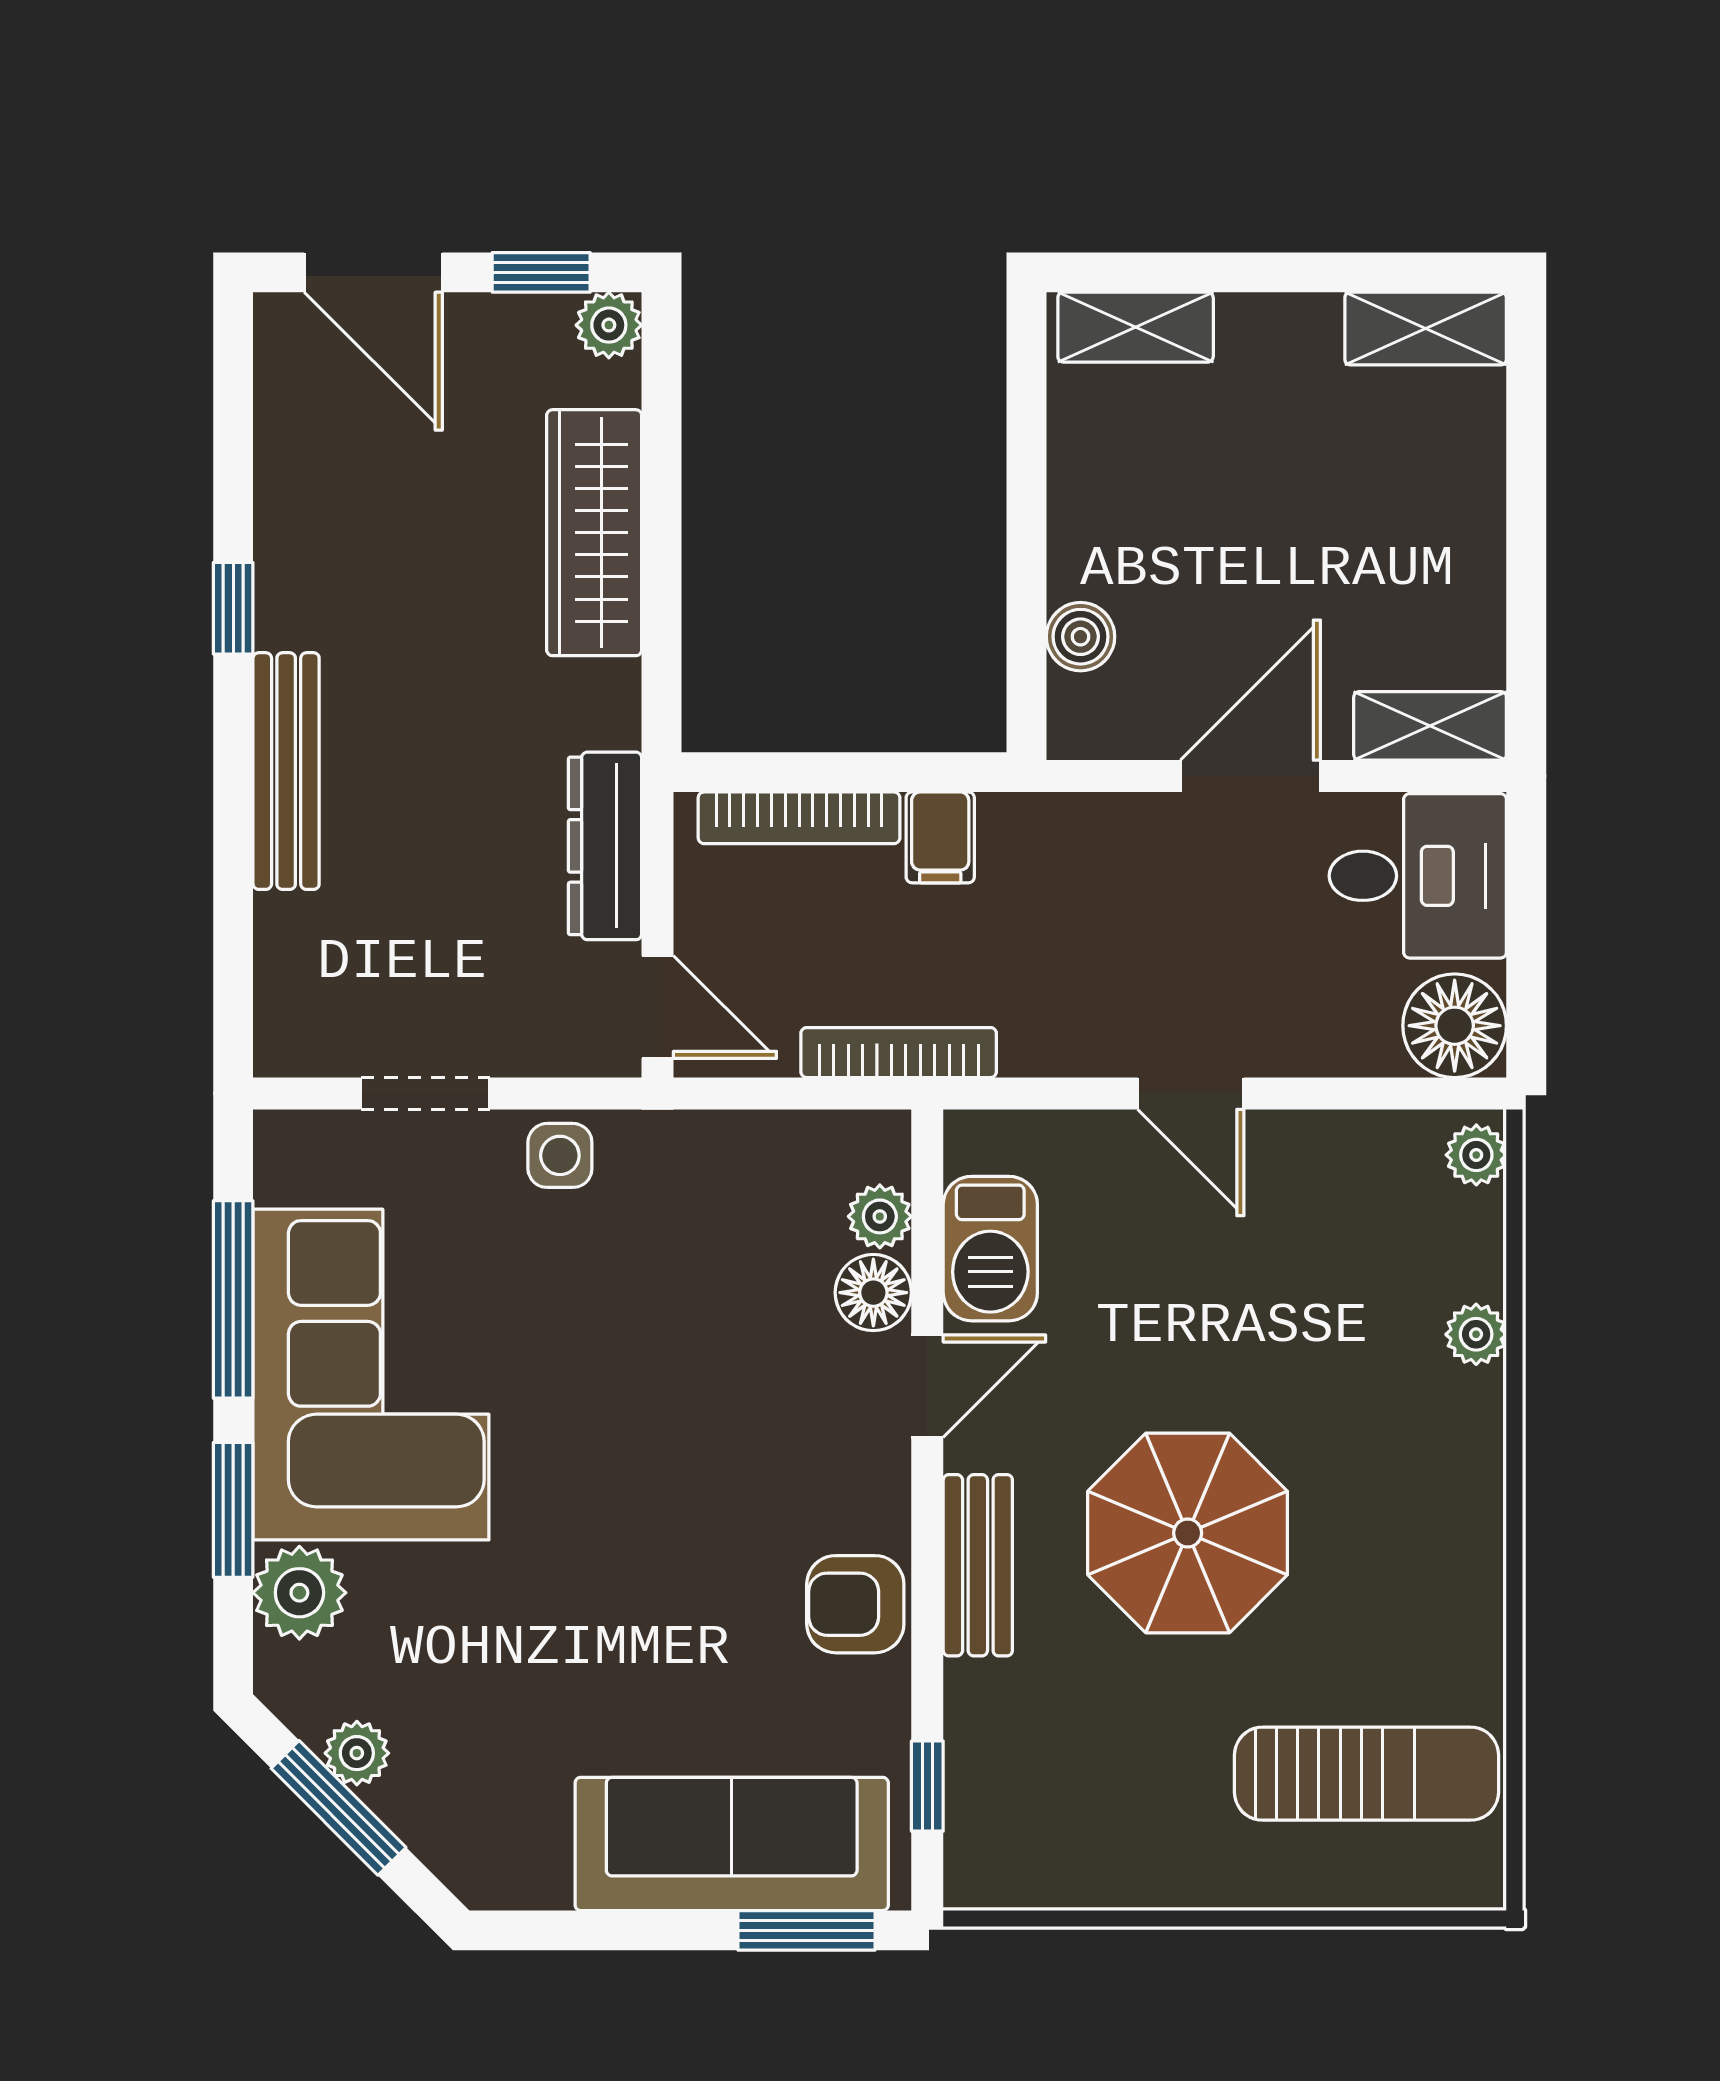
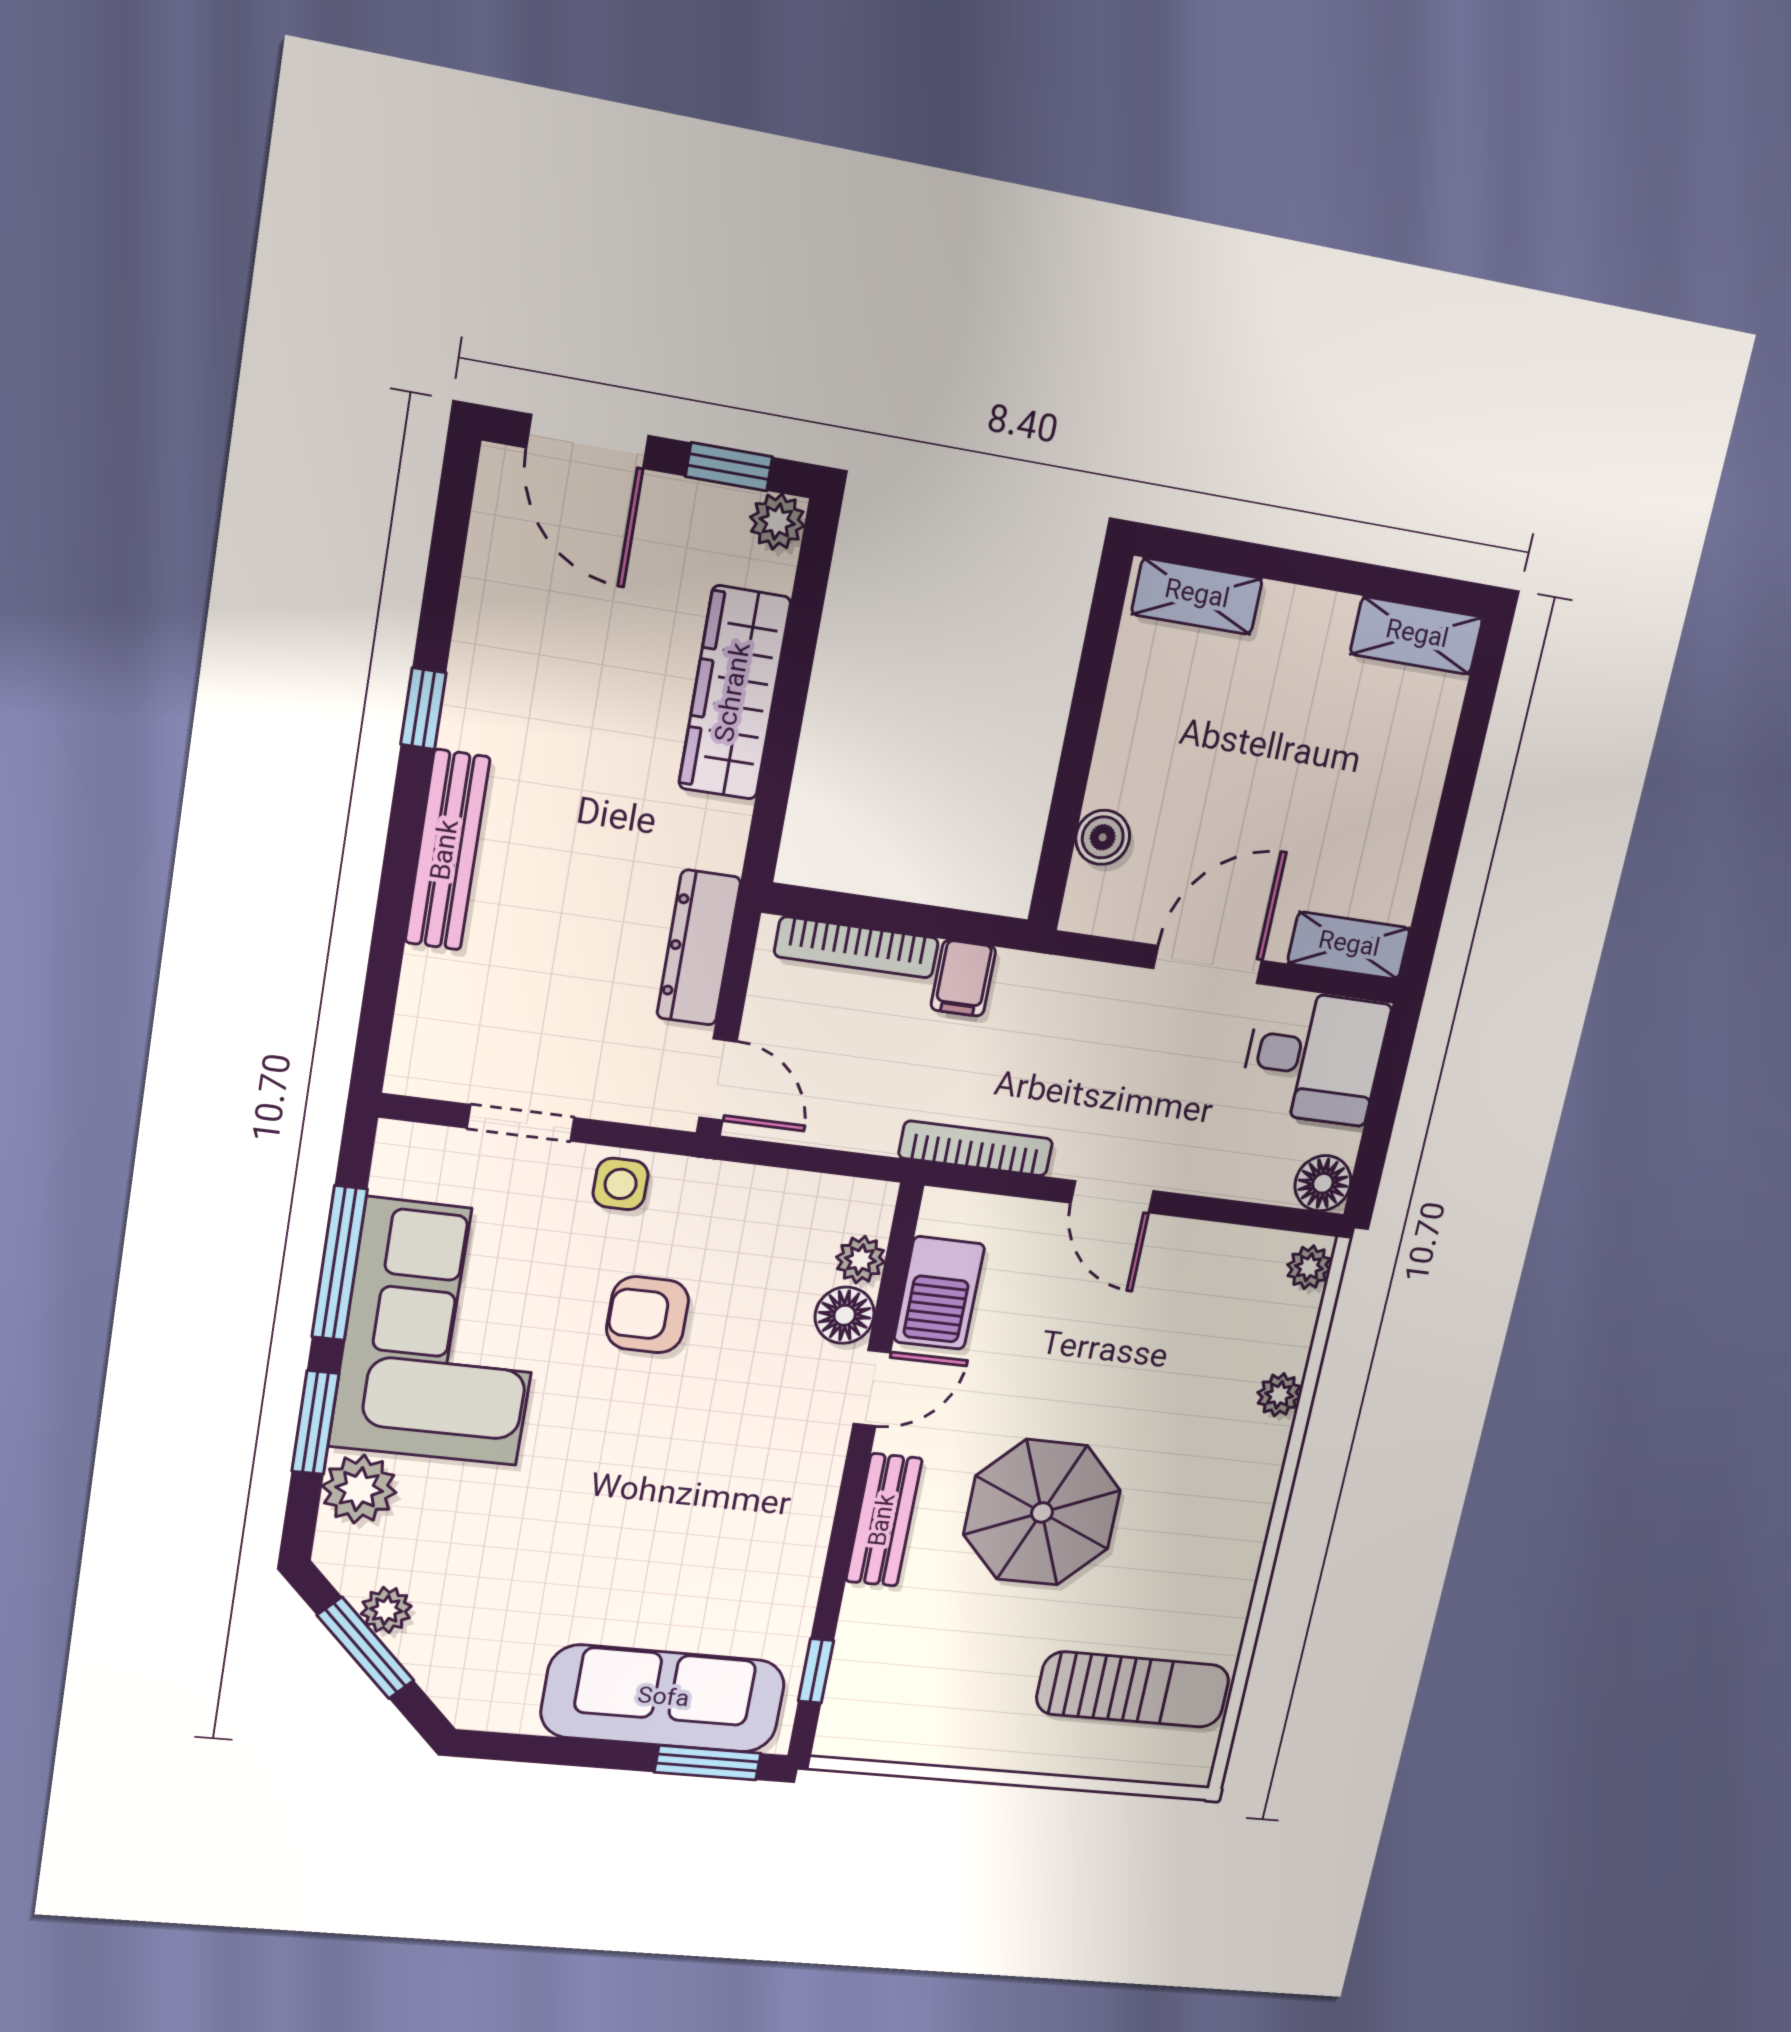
floor lamp: (1455, 1026) -> (1323, 1183), width x0.73, depth x0.73
bookcase: (899, 1053) -> (976, 1148), moved
armchair: (855, 1604) -> (648, 1315), moved

